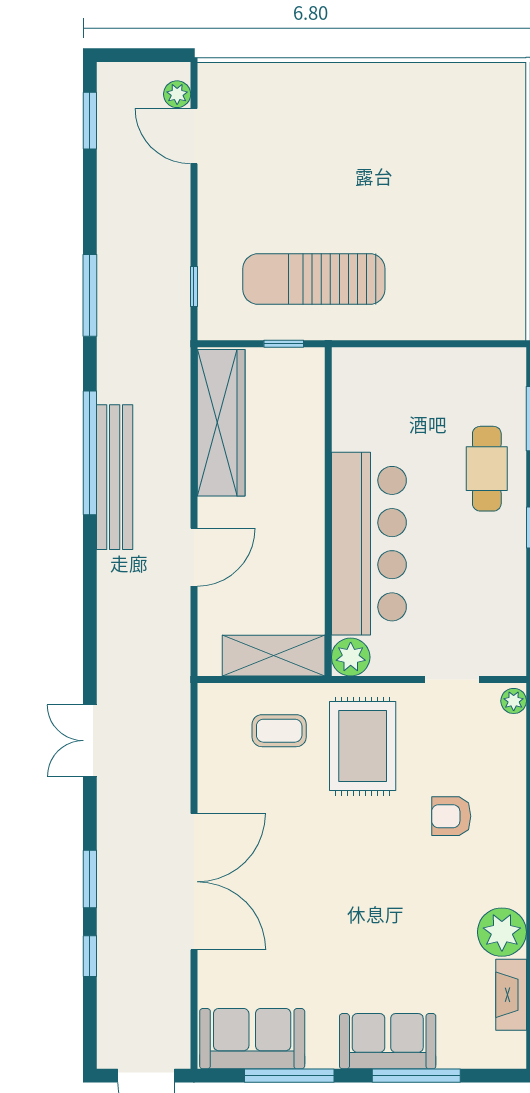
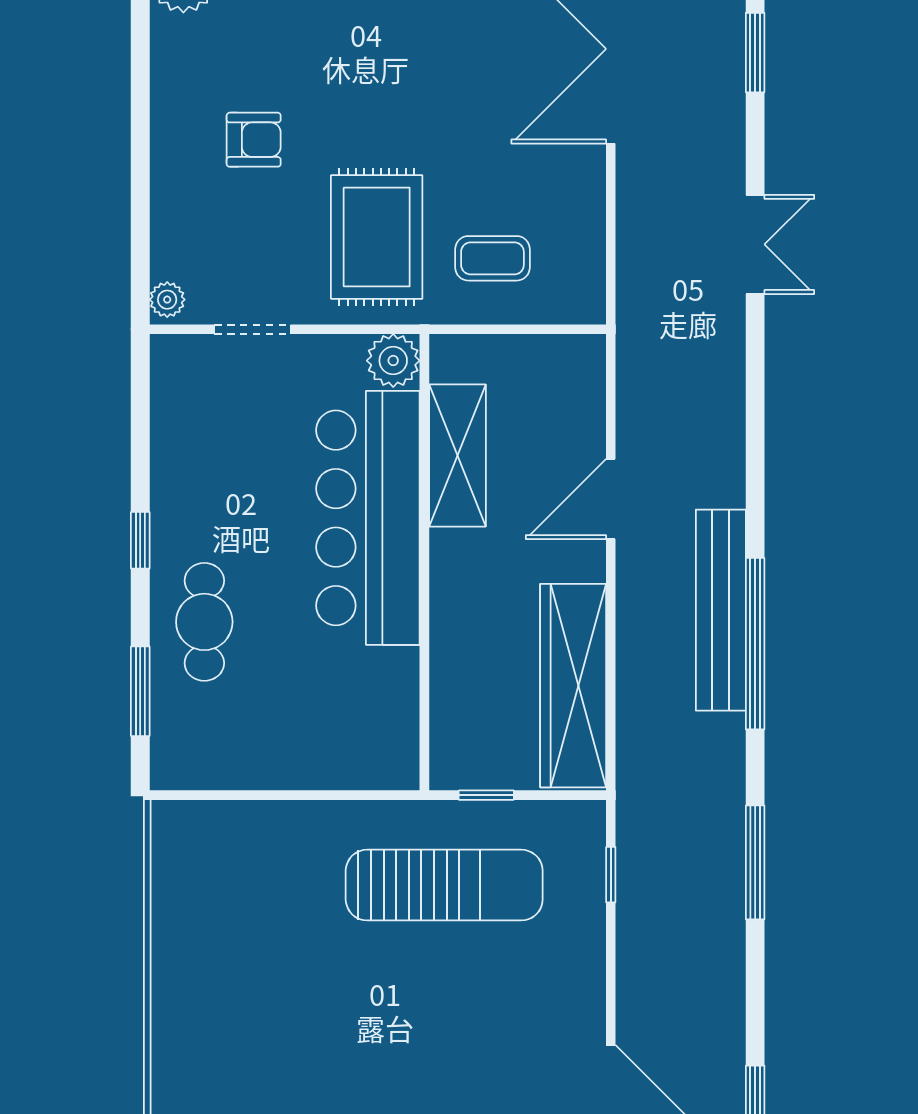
shelving: (274, 656) -> (457, 456), moved, turned 90

